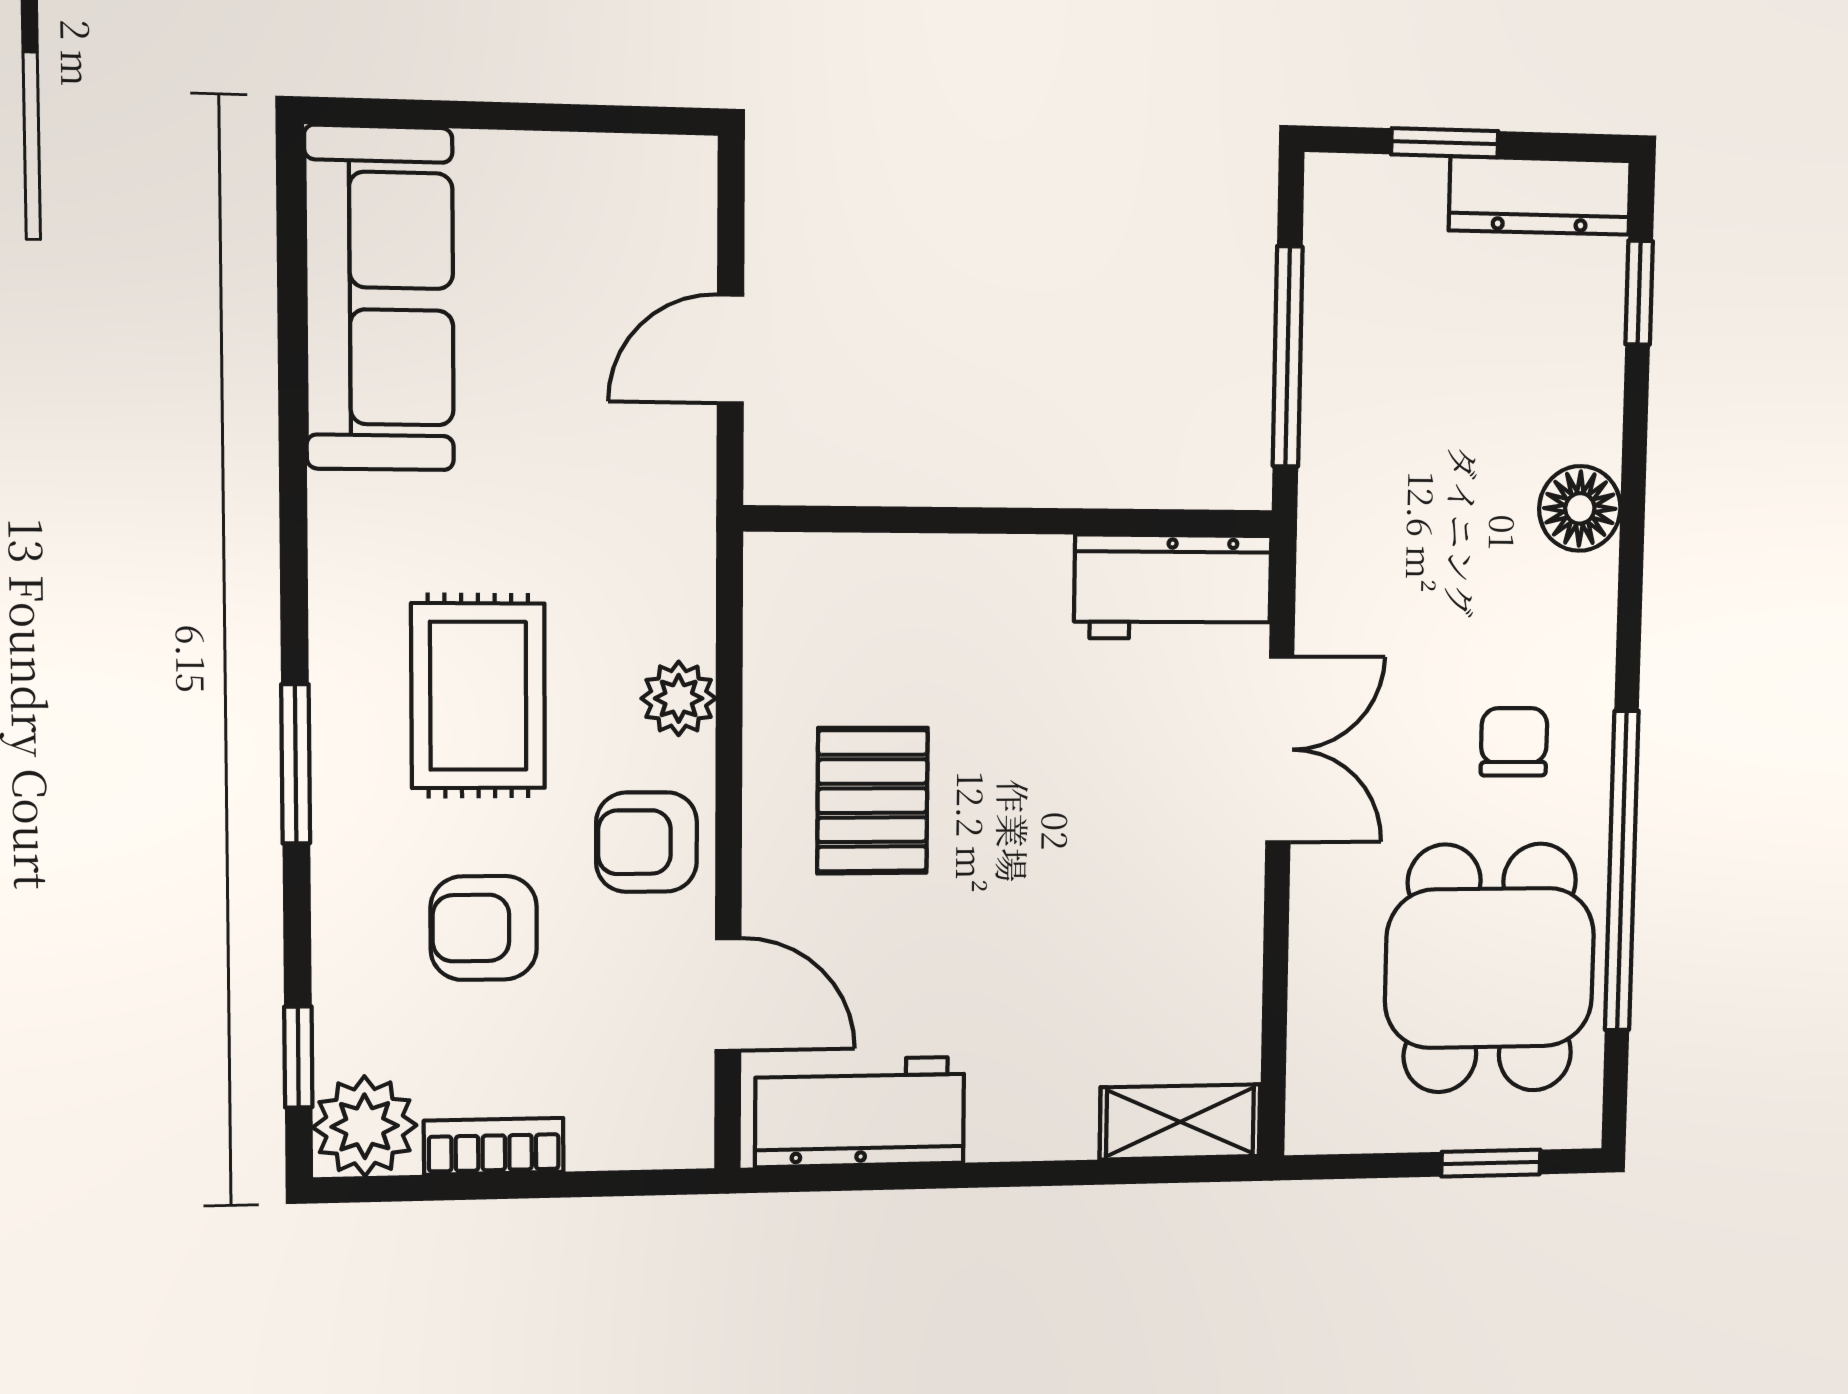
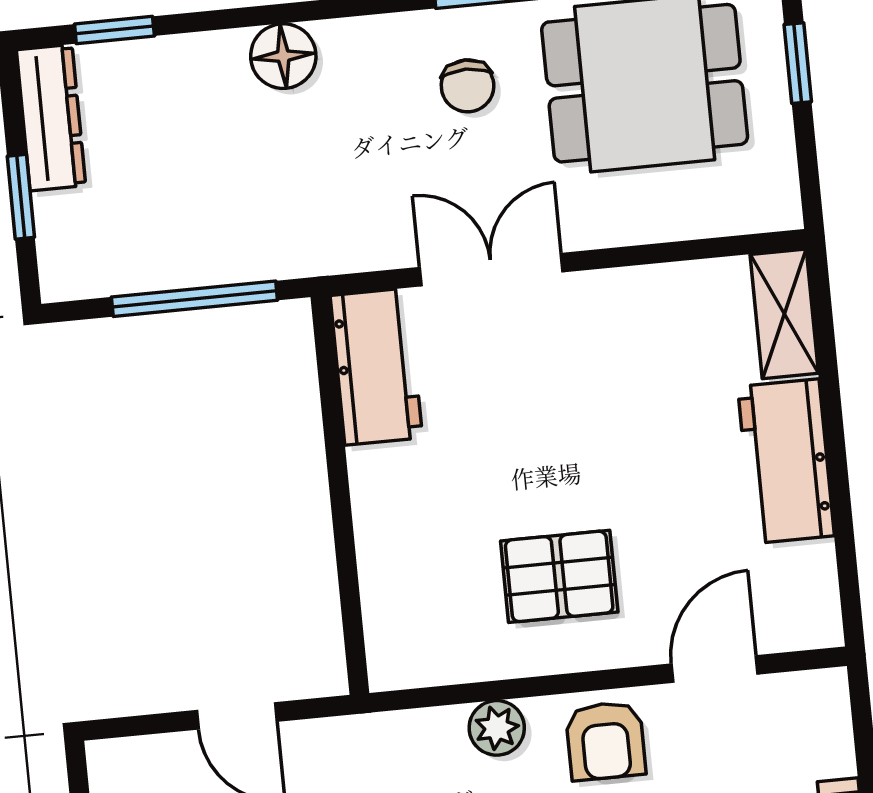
chair: (1514, 742) -> (468, 86), turned -90
workbench: (860, 1112) -> (786, 461), moved

